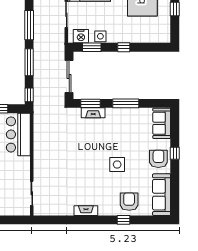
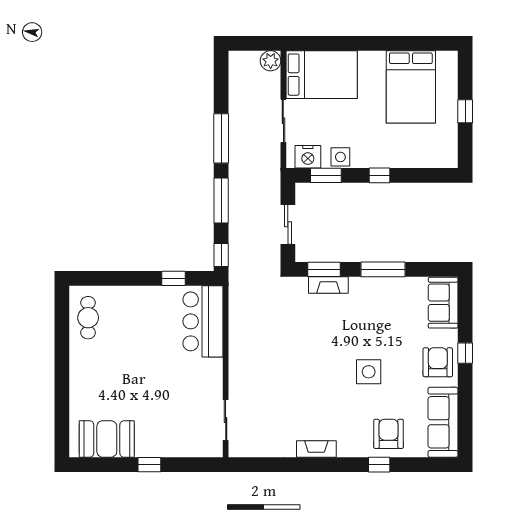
sliding door: (69, 77) -> (288, 224), width x0.73

